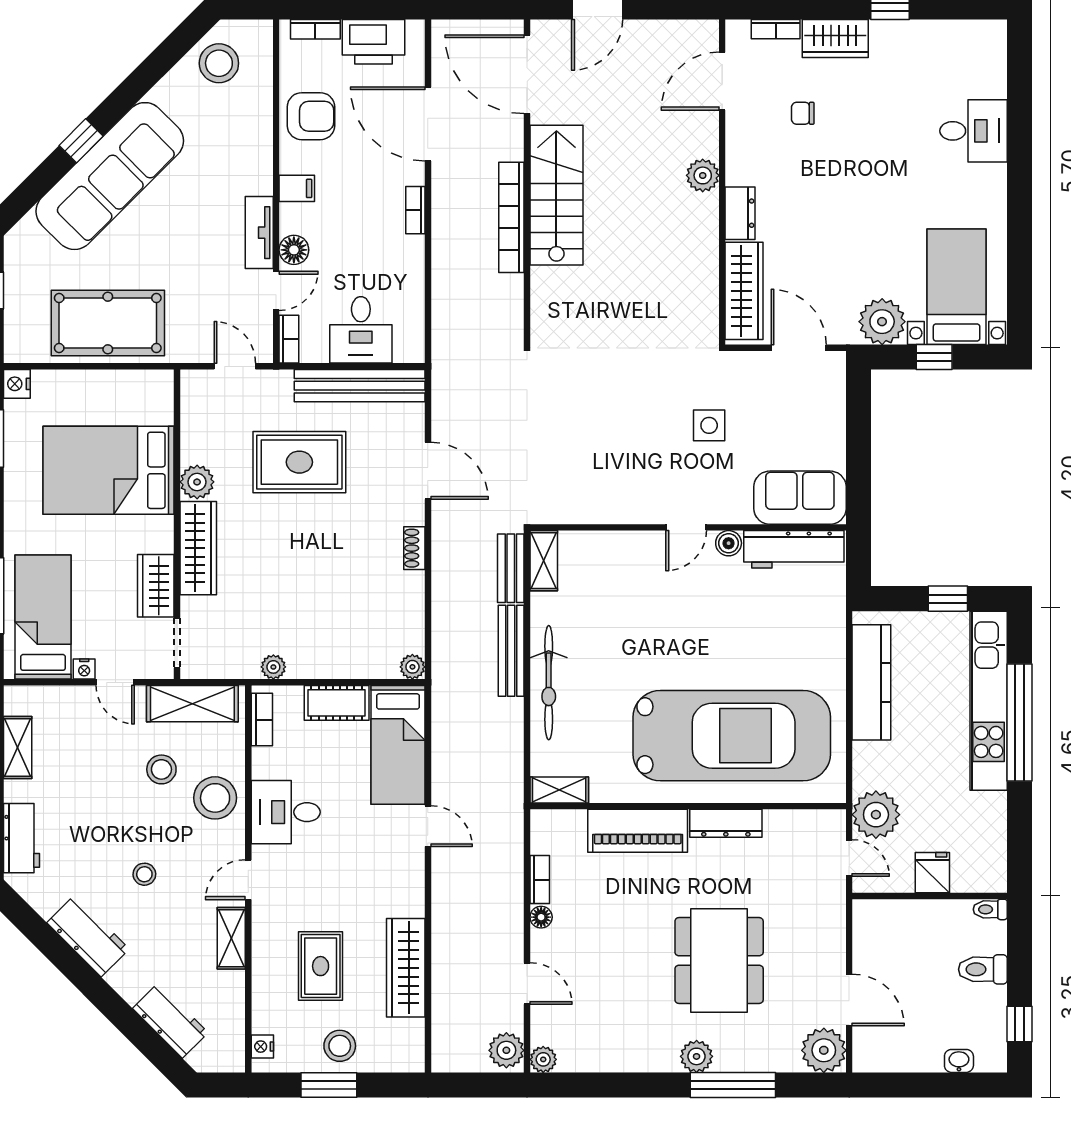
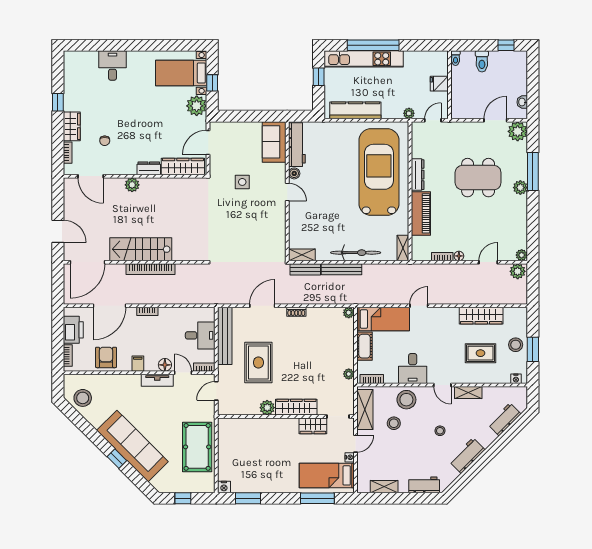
bed: (109, 470) -> (262, 447), removed
plant: (876, 815) -> (409, 113), width x0.53, depth x0.53
washbasin: (959, 1061) -> (522, 102), moved

